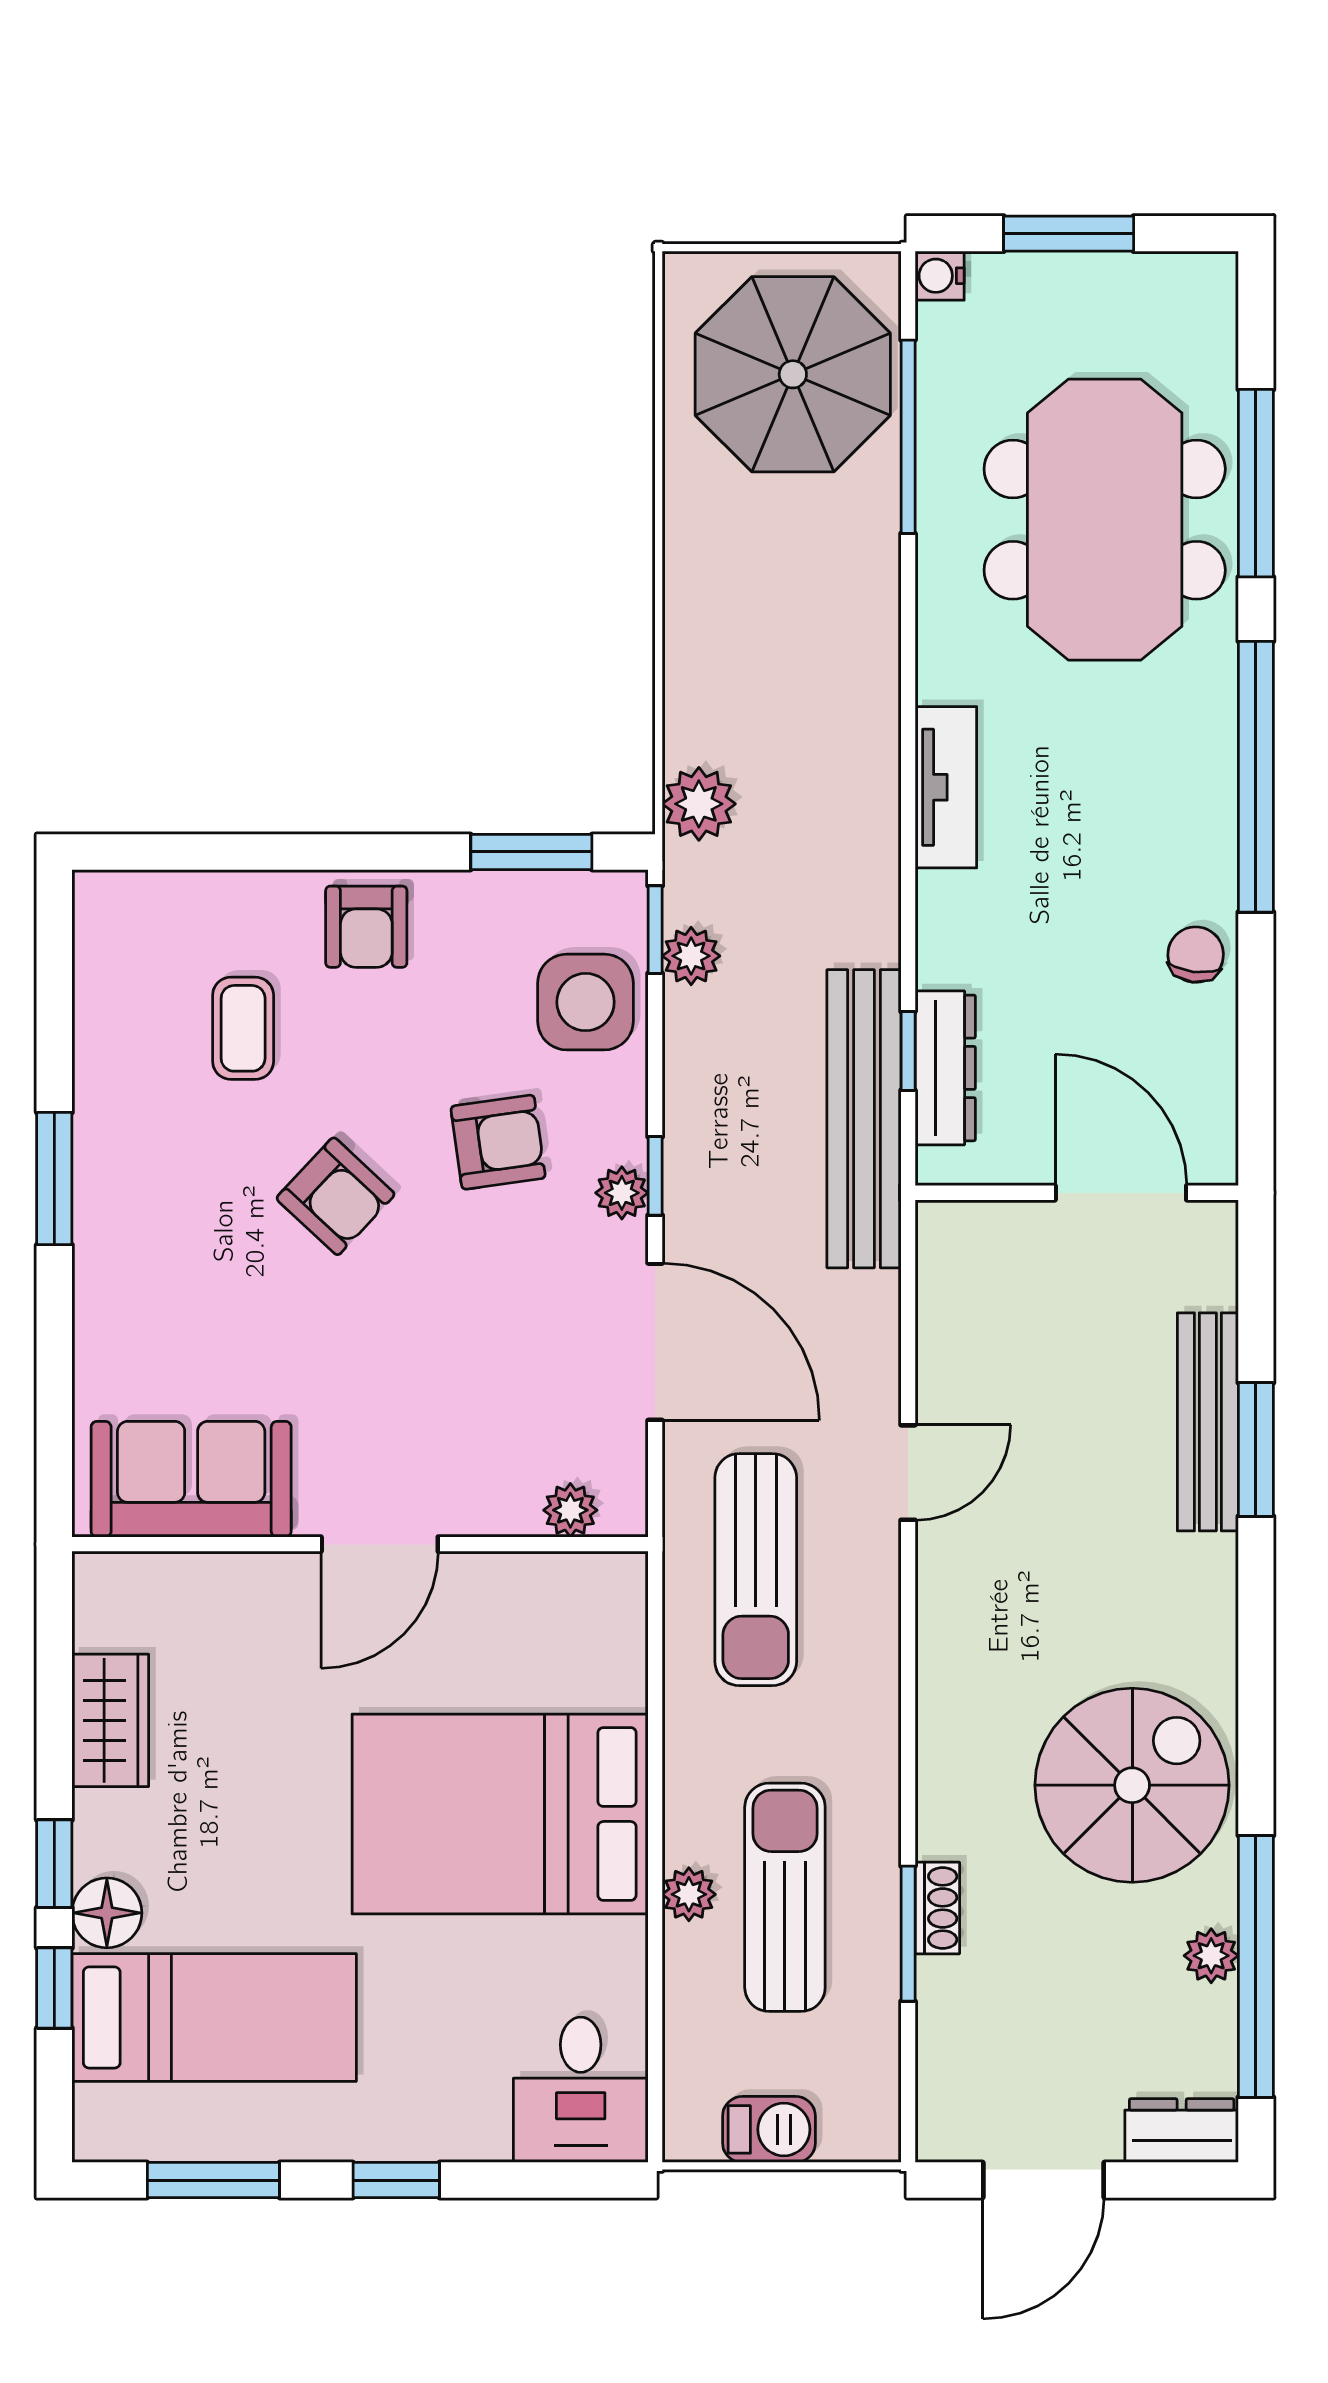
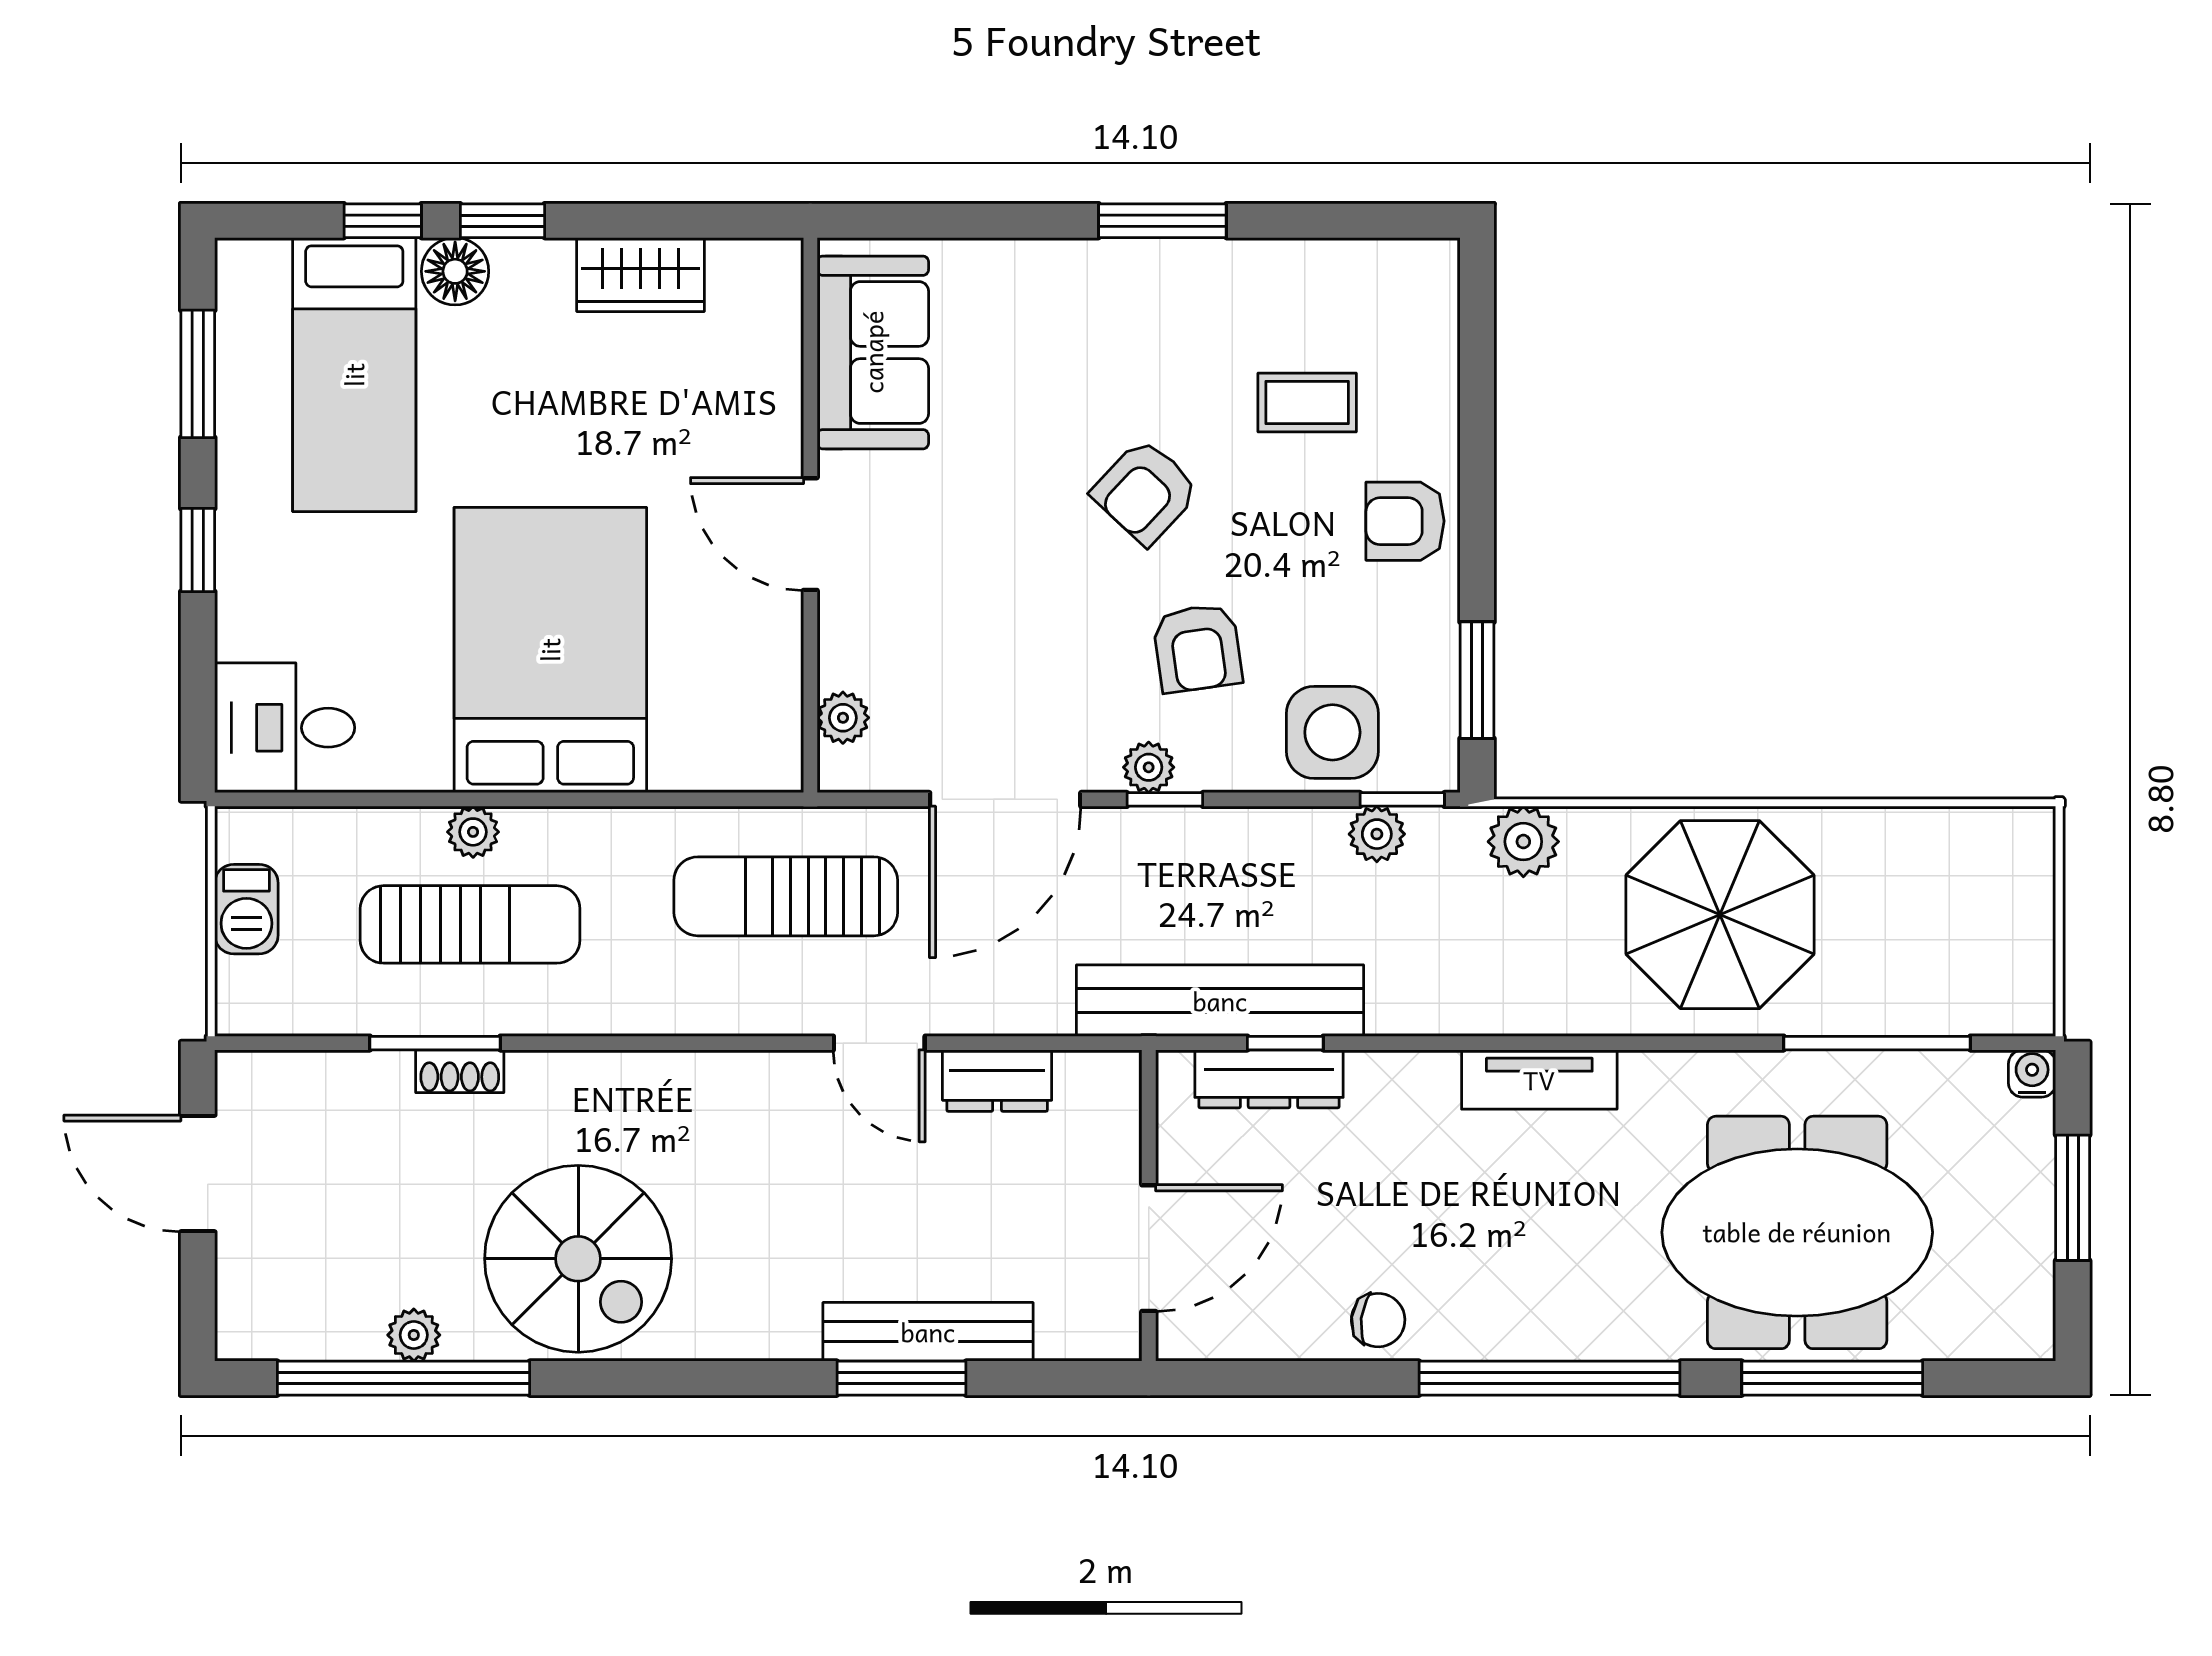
parasol: (793, 374) -> (1720, 915), moved
dresser: (1182, 2131) -> (997, 1081), moved, turned 90

